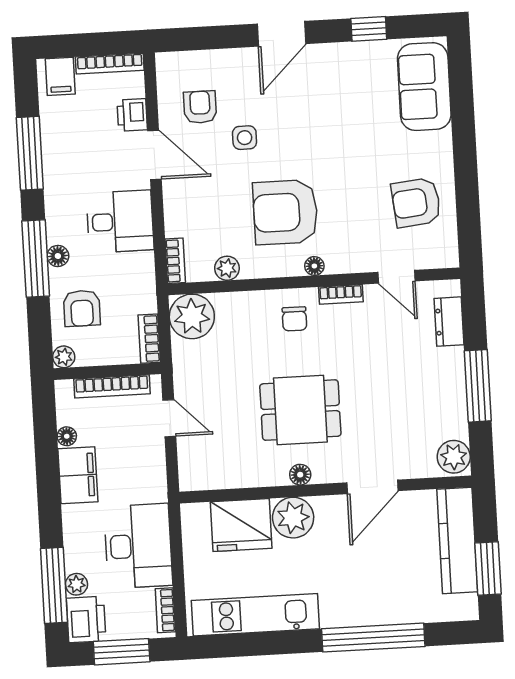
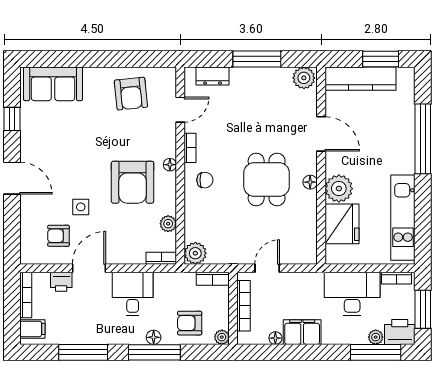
armchair: (82, 308) -> (190, 323), turned 180
plant: (192, 316) -> (195, 253), width x0.73, depth x0.73

